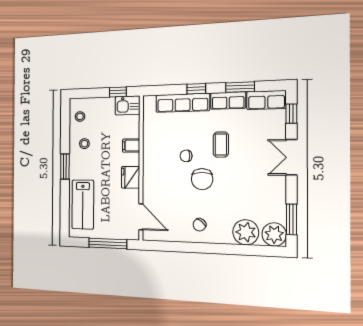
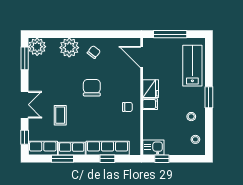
window: (196, 89) -> (107, 159), moved
coffee table: (221, 145) -> (60, 115), moved
filing cabinet: (131, 146) -> (150, 104), moved
chair: (186, 156) -> (127, 107), moved
plant: (246, 232) -> (69, 48), moved

